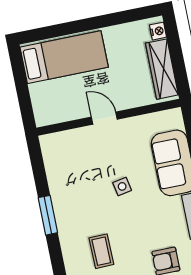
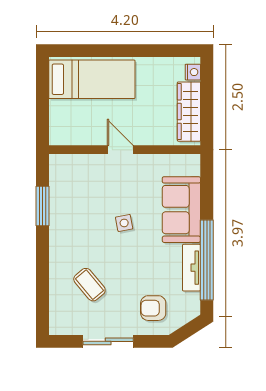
window: (48, 215) -> (42, 206), moved
coffee table: (101, 251) -> (89, 285), turned -39

